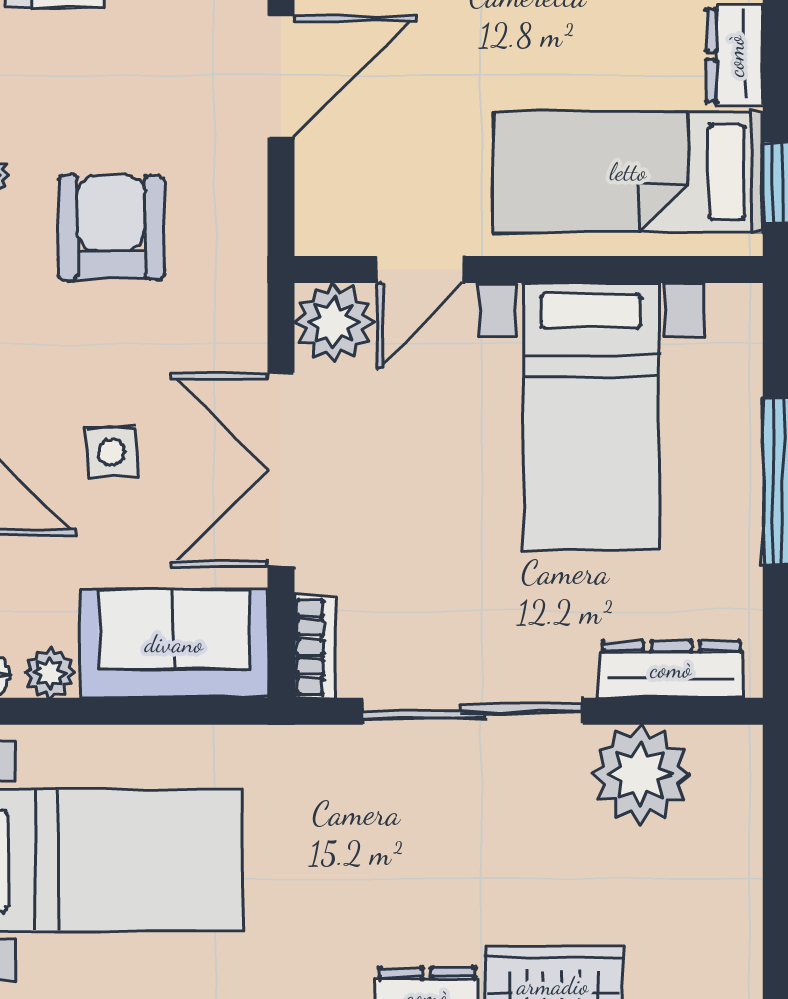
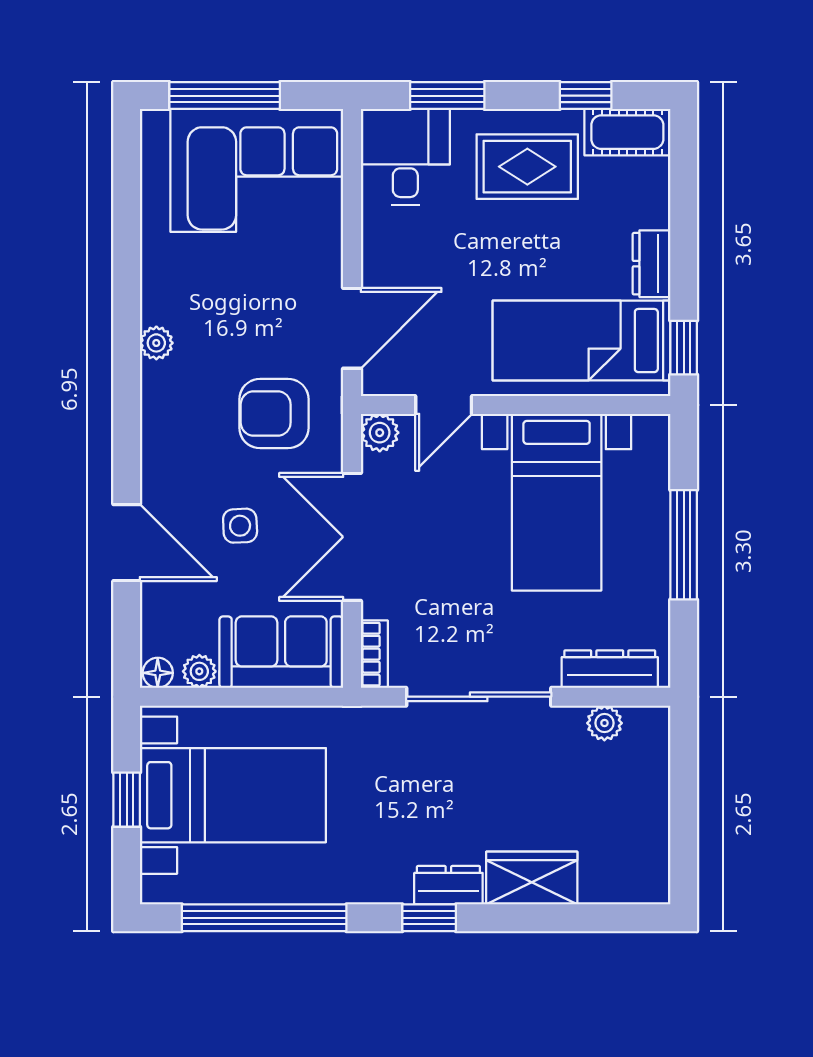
door: (281, 77) -> (352, 328), moved
armchair: (111, 227) -> (274, 414), moved, turned -90
plant: (334, 322) -> (380, 433), width x0.73, depth x0.73
plant: (640, 774) -> (604, 723), width x0.53, depth x0.53

